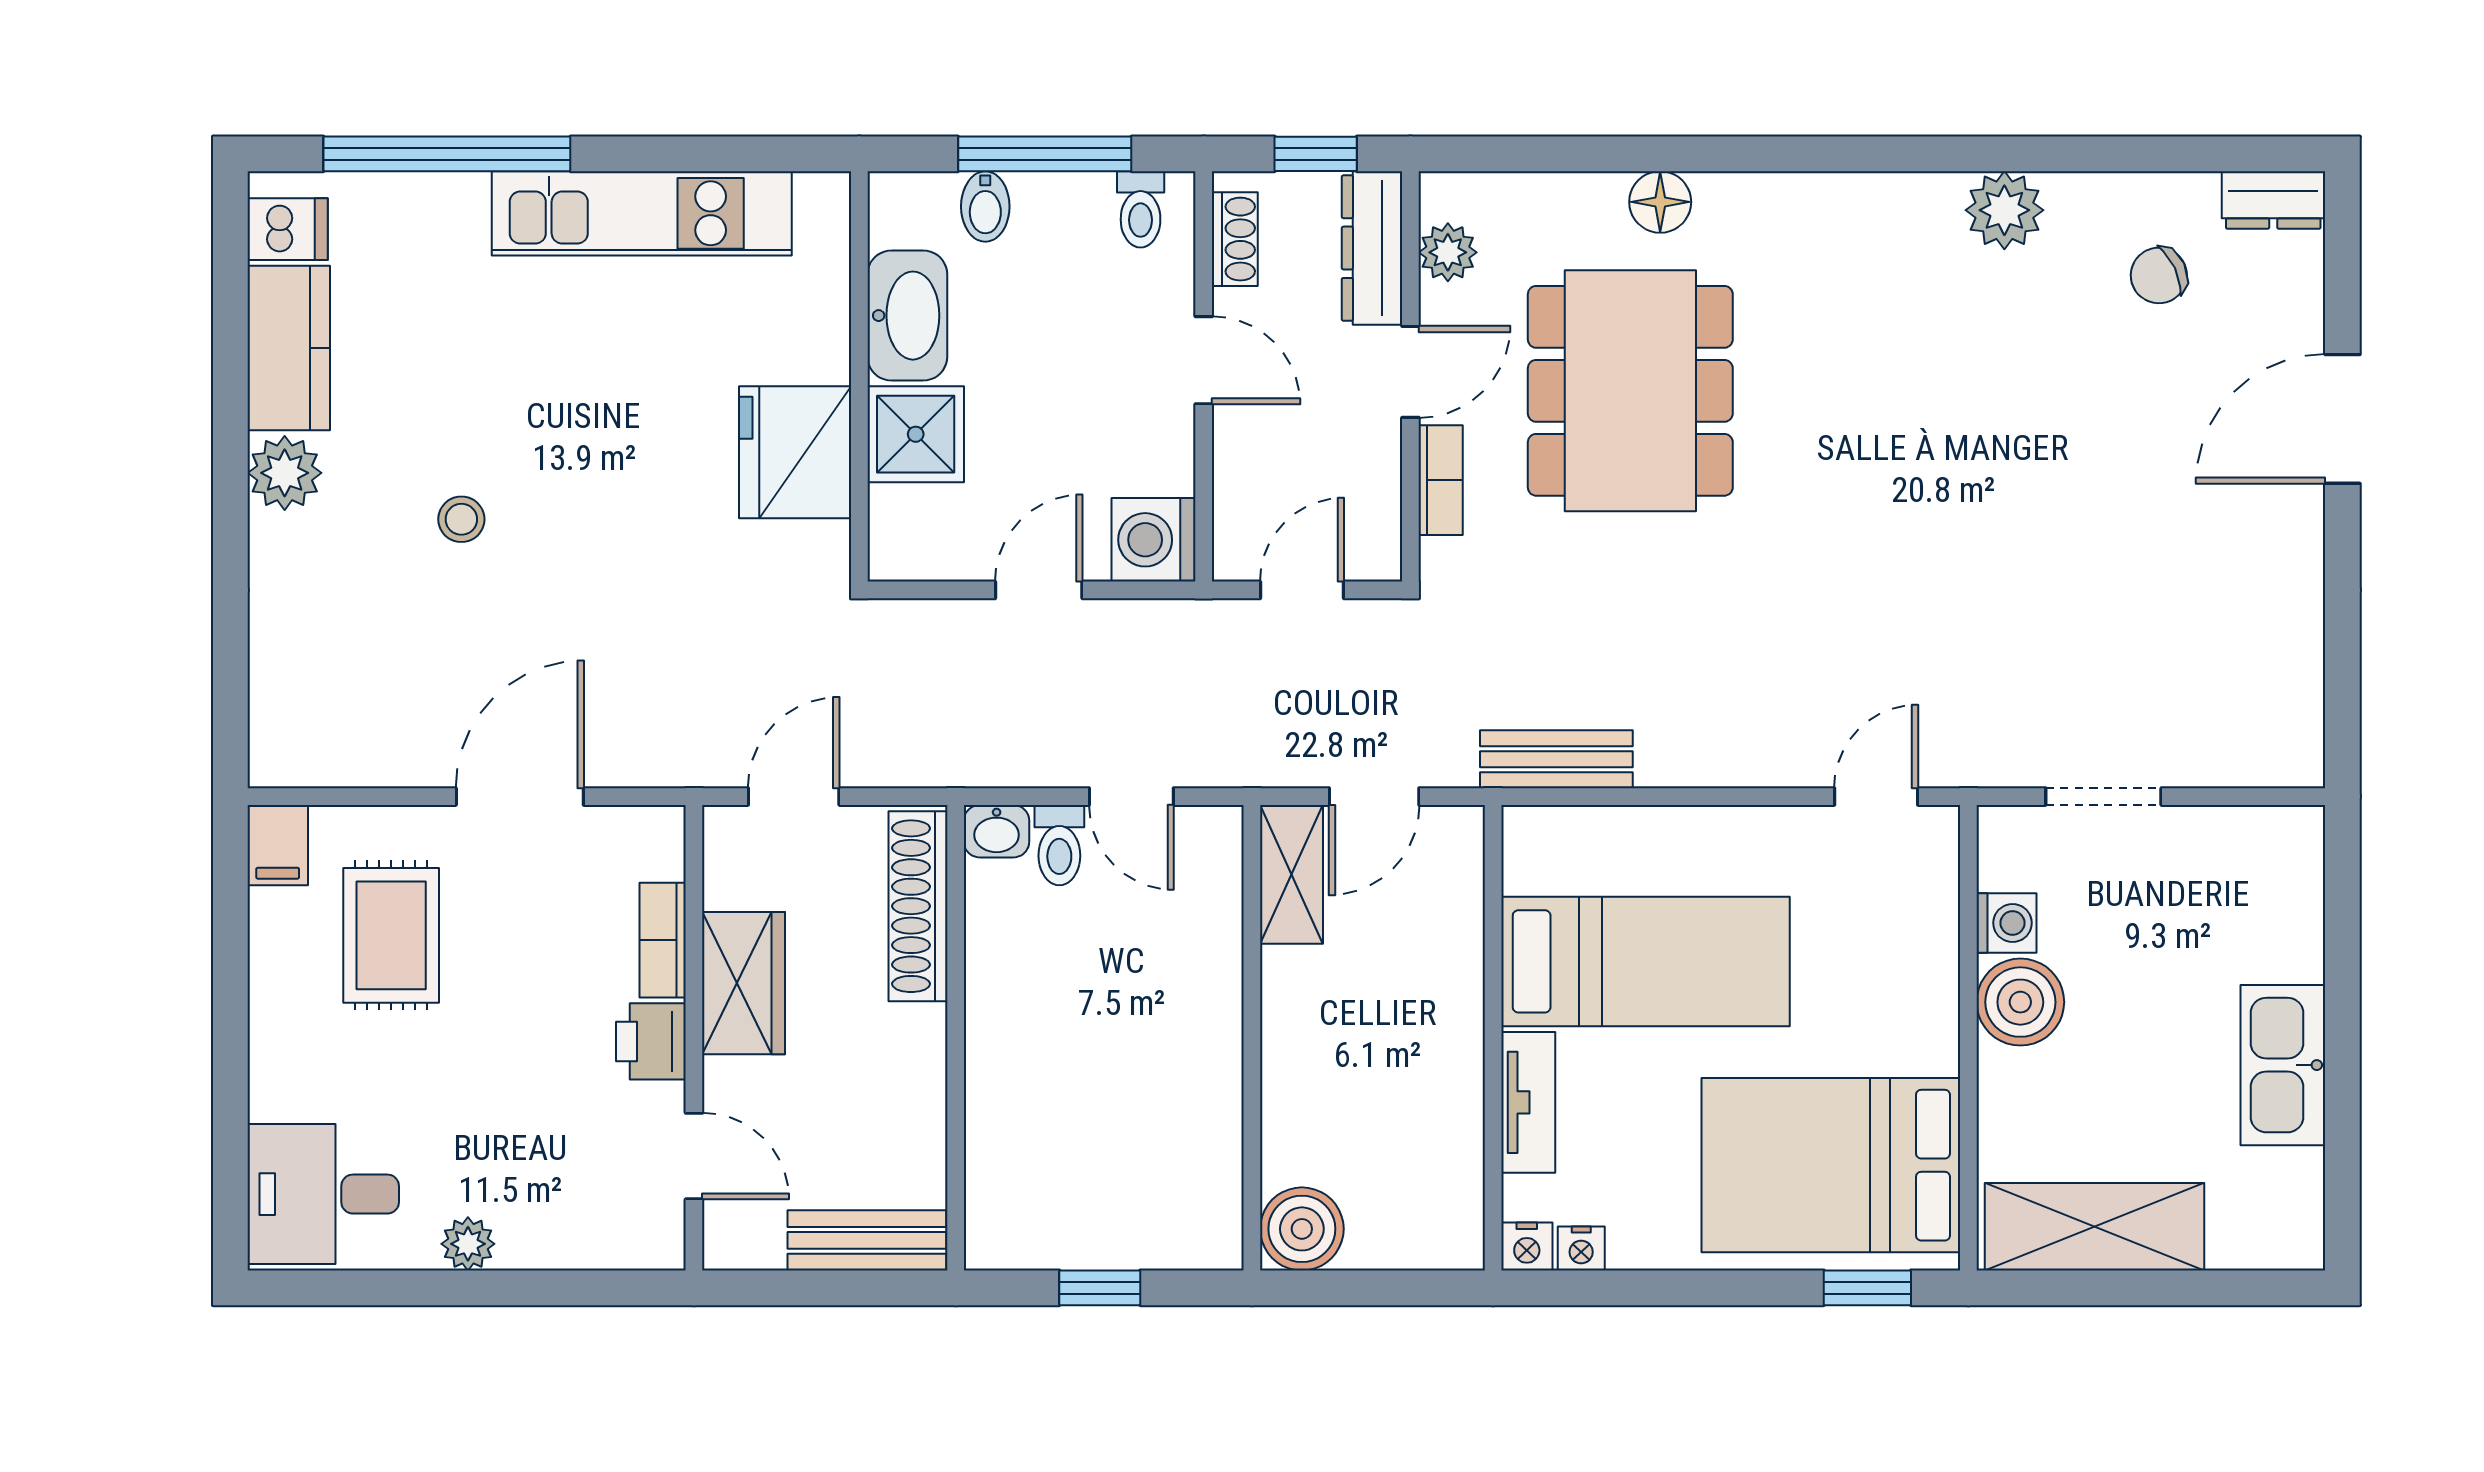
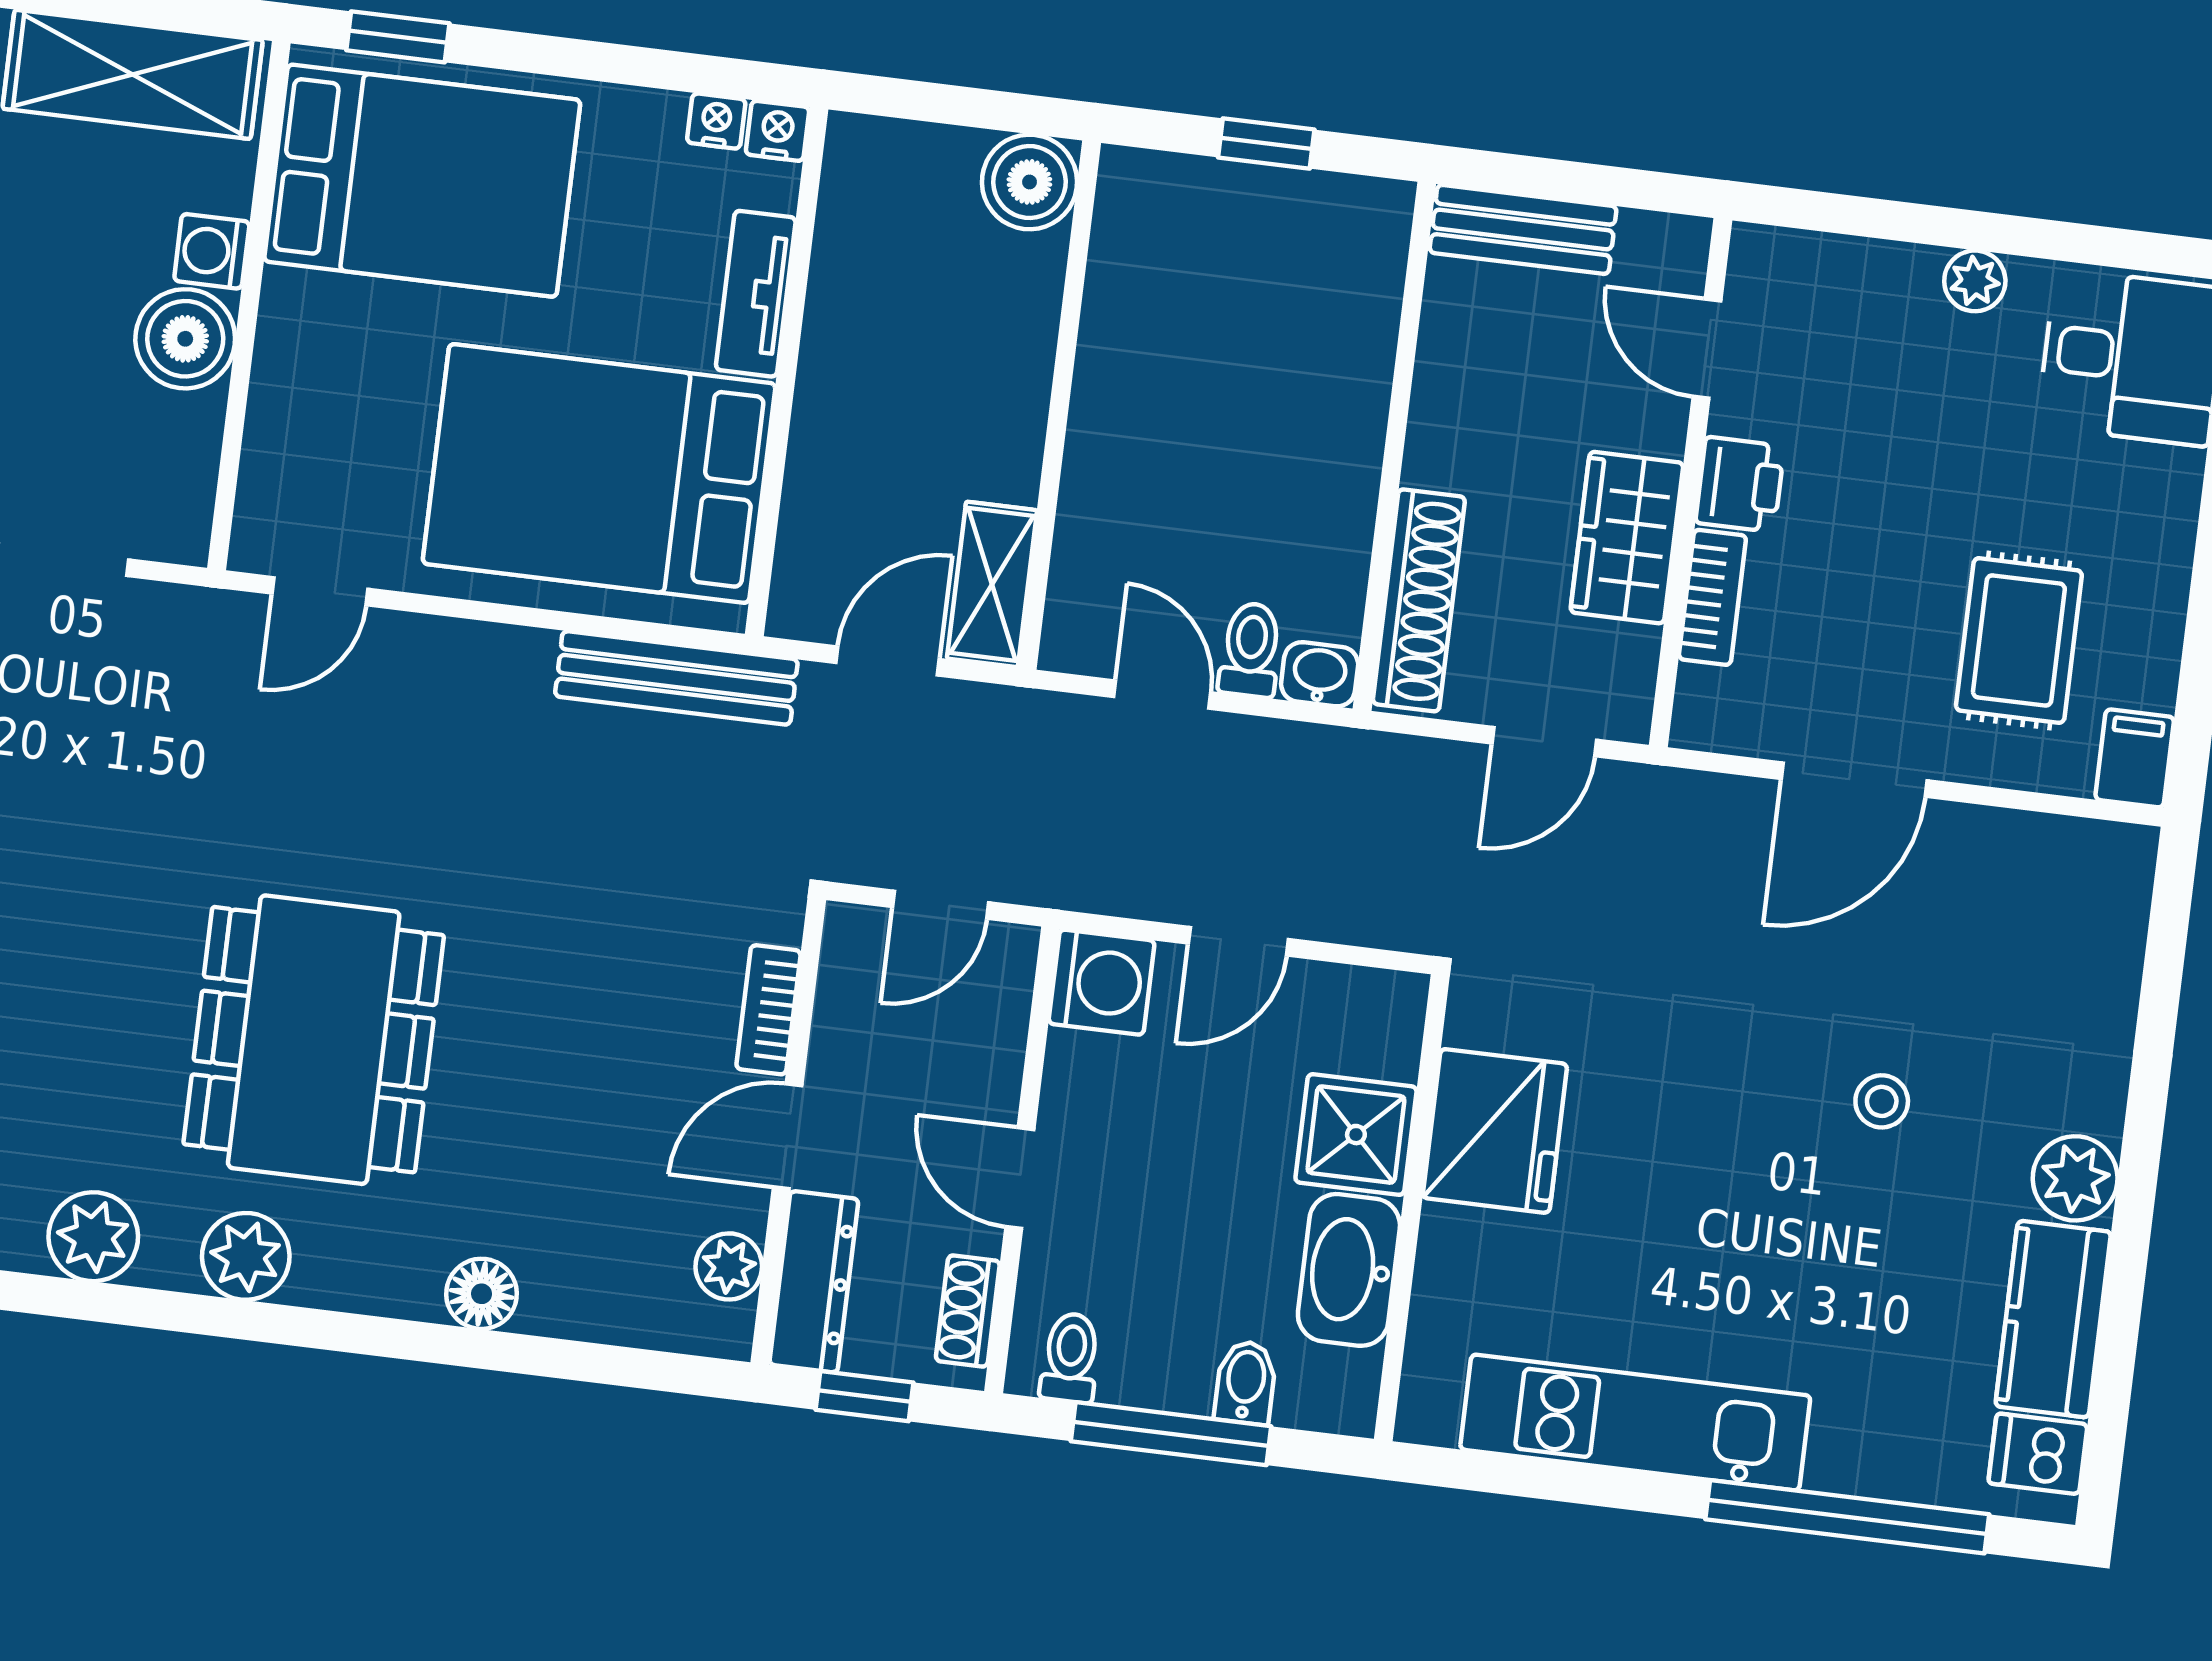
plant: (1870, 209) -> (246, 1256), added
dining table: (1630, 391) -> (314, 1040), moved
bench: (1556, 759) -> (676, 678), width x1.36
washing machine: (2007, 923) -> (212, 251), moved
bed: (1646, 961) -> (599, 474), width x1.50

